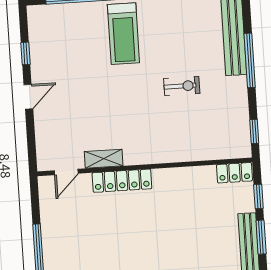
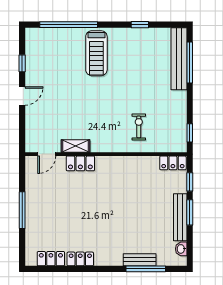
window: (250, 60) -> (190, 62), moved
exercise bike: (182, 86) -> (139, 127), moved, turned -90
locker: (122, 181) -> (80, 163), width x0.66

